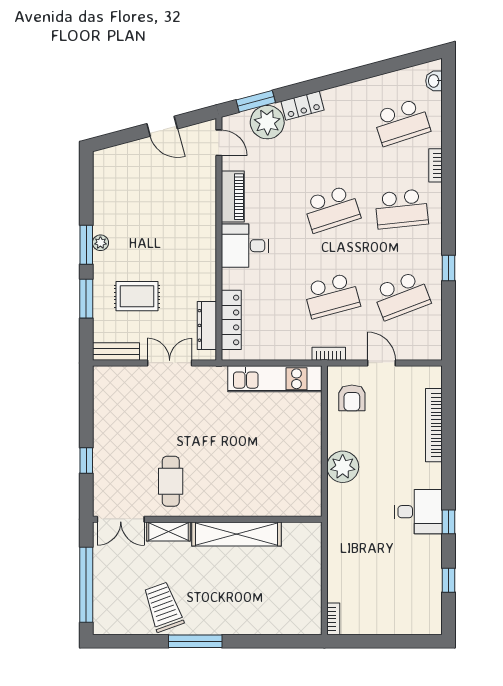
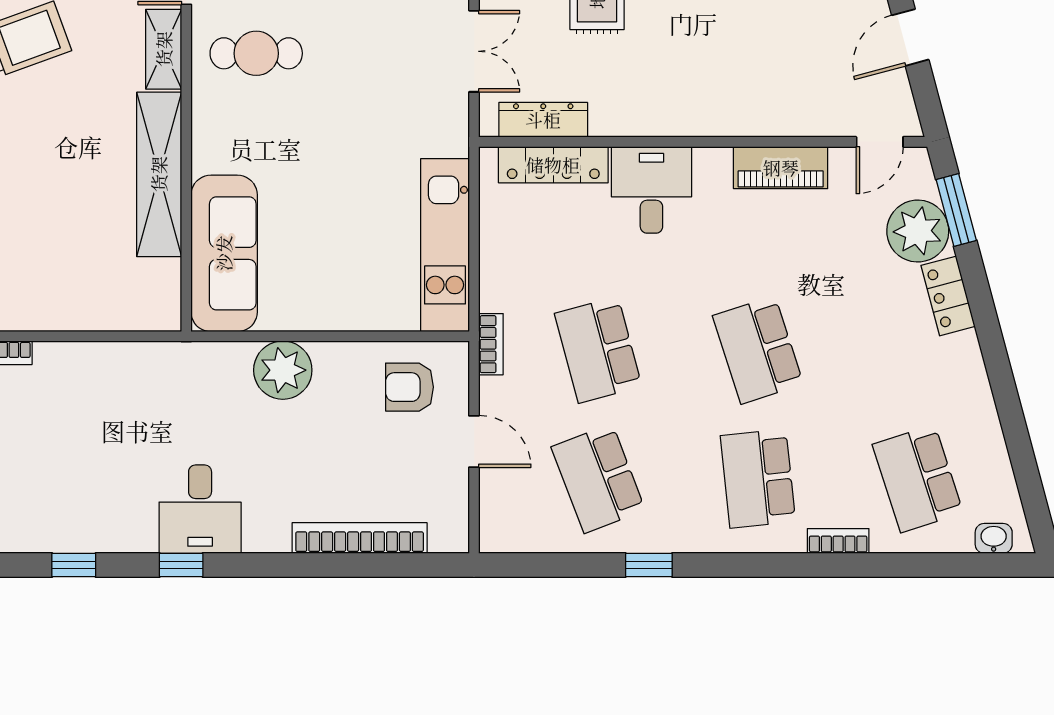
desk: (245, 246) -> (651, 190), moved
door: (381, 363) -> (474, 441), hinge flipped
sofa: (279, 499) -> (224, 253), added

